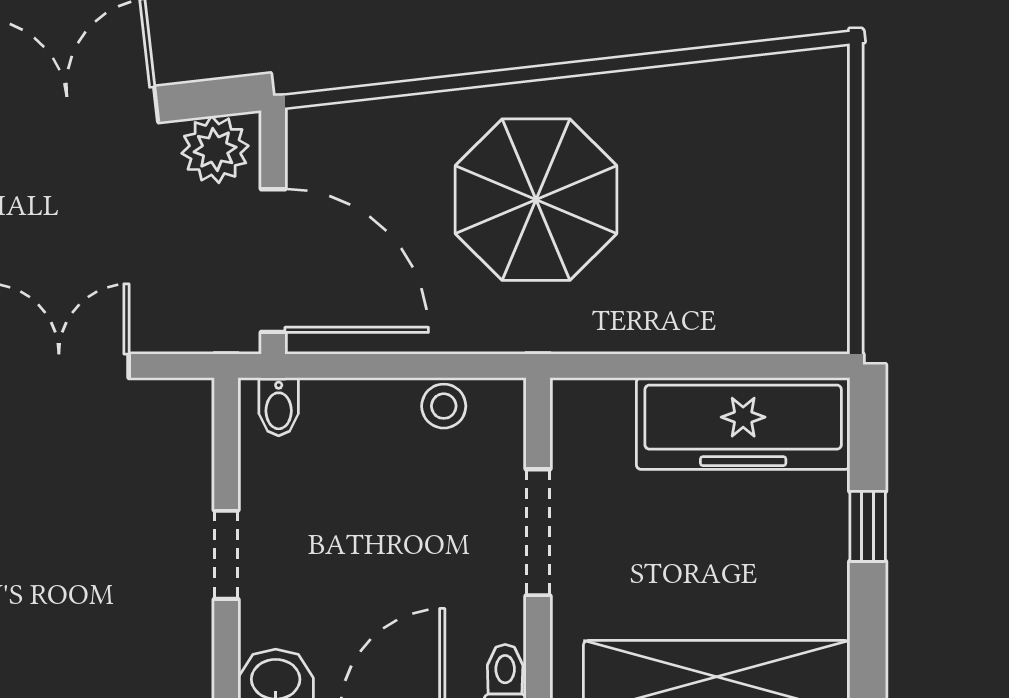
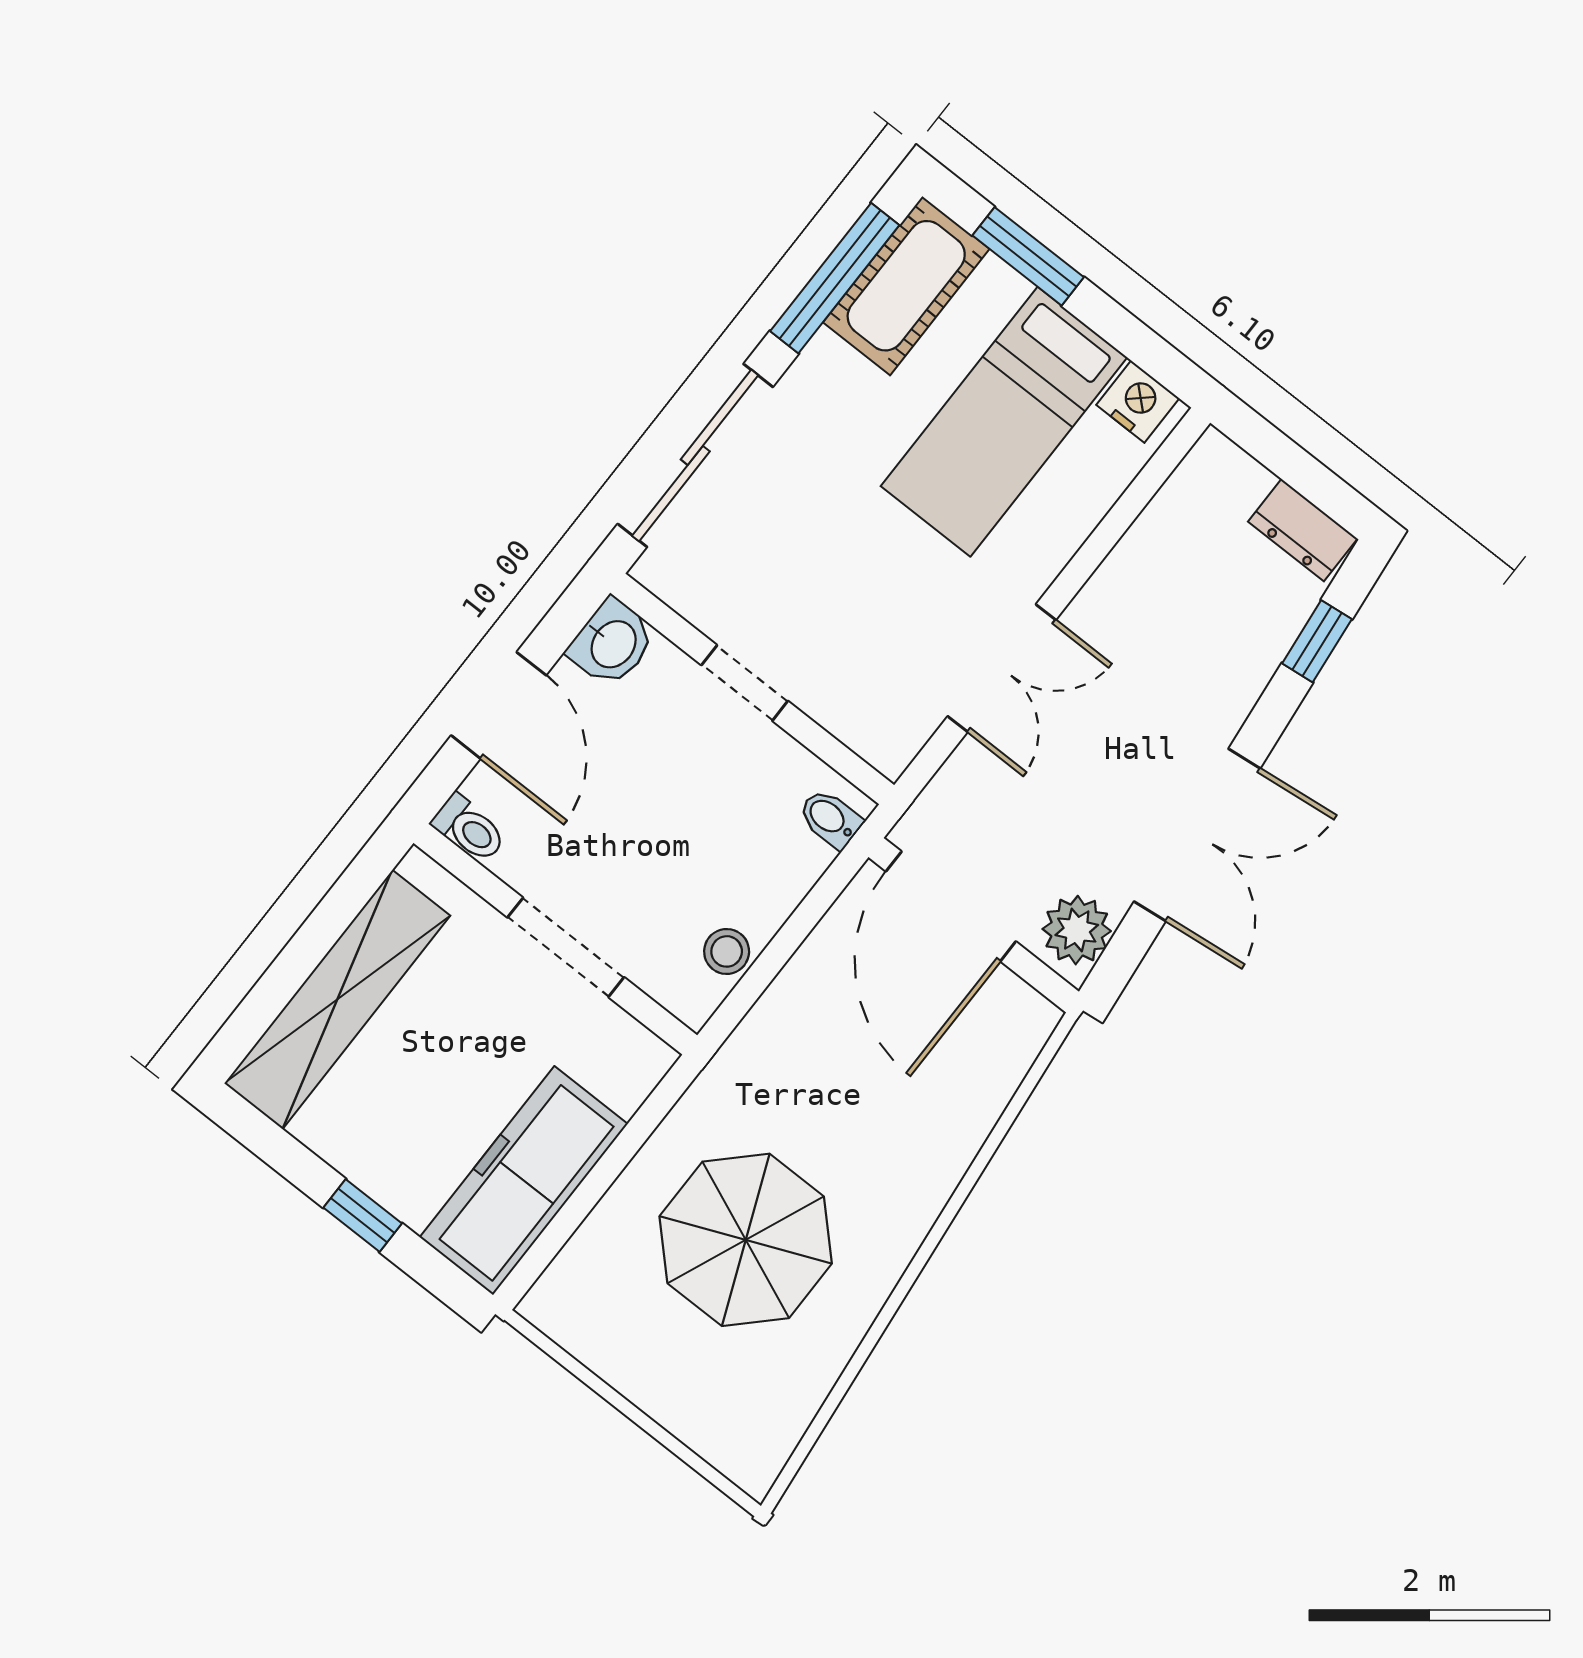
parasol: (536, 200) -> (746, 1240), moved
door: (273, 261) -> (951, 906), hinge flipped

